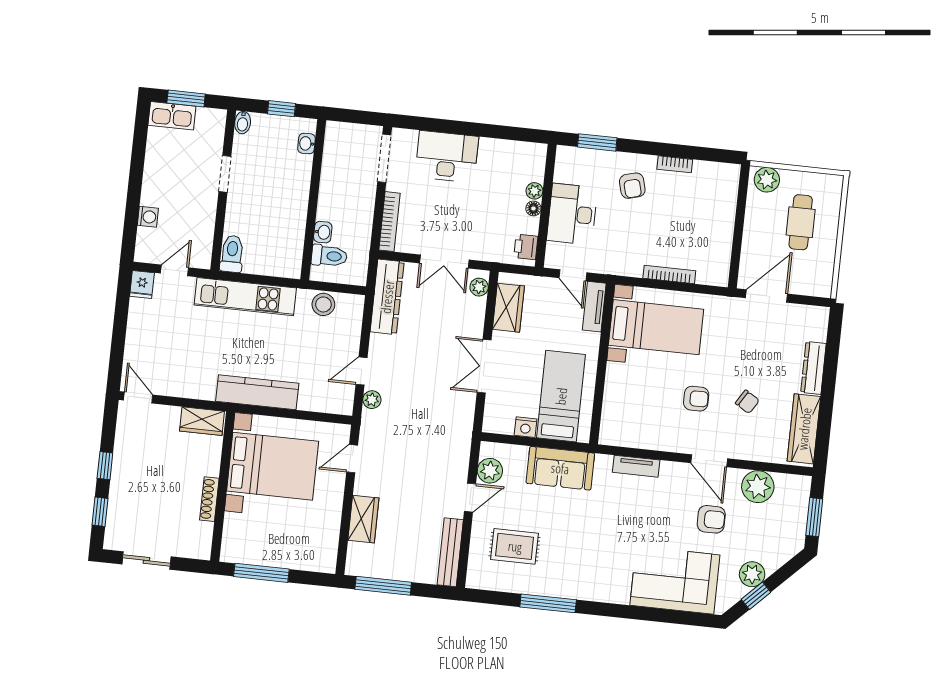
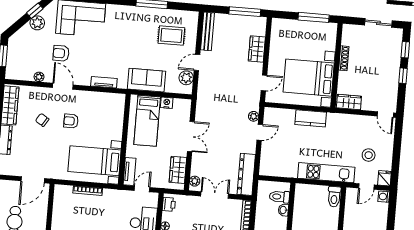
washing machine: (148, 217) -> (384, 197), moved
door: (573, 275) -> (142, 189), hinge flipped
stool: (323, 304) -> (369, 155), moved
kitchen counter: (257, 392) -> (311, 118), width x0.67
plant: (758, 487) -> (39, 77), width x0.53, depth x0.53

